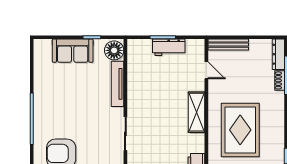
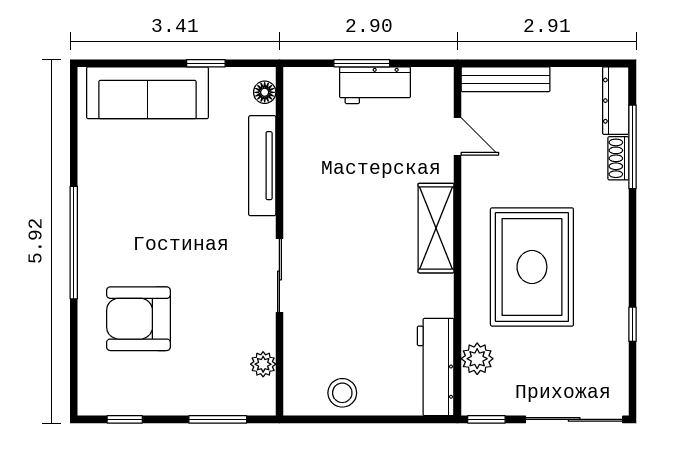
floor lamp: (114, 50) -> (265, 92), width x0.53, depth x0.53
sofa: (73, 51) -> (147, 93), width x1.36

